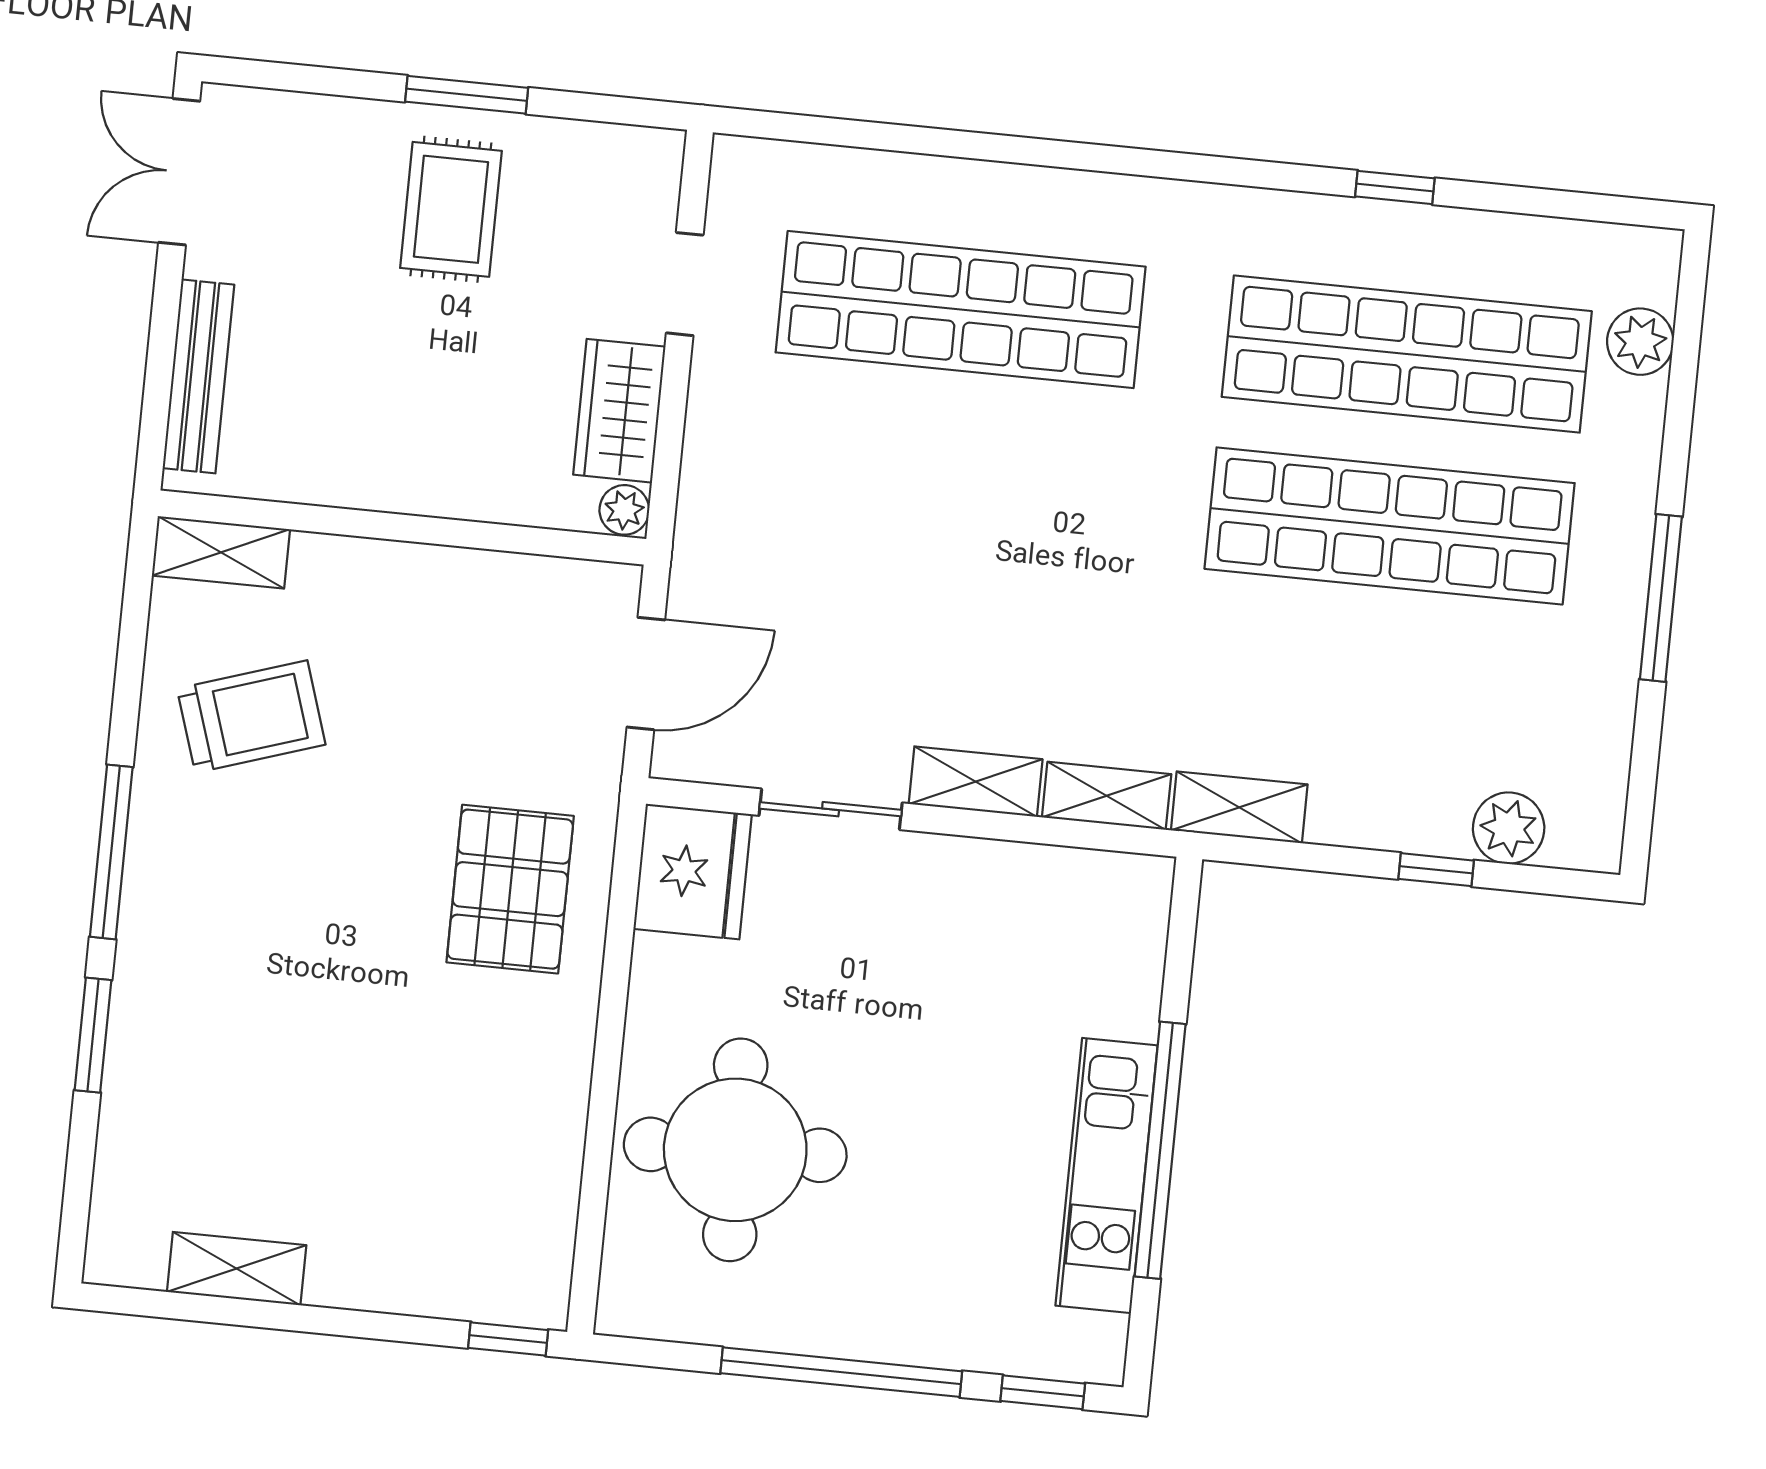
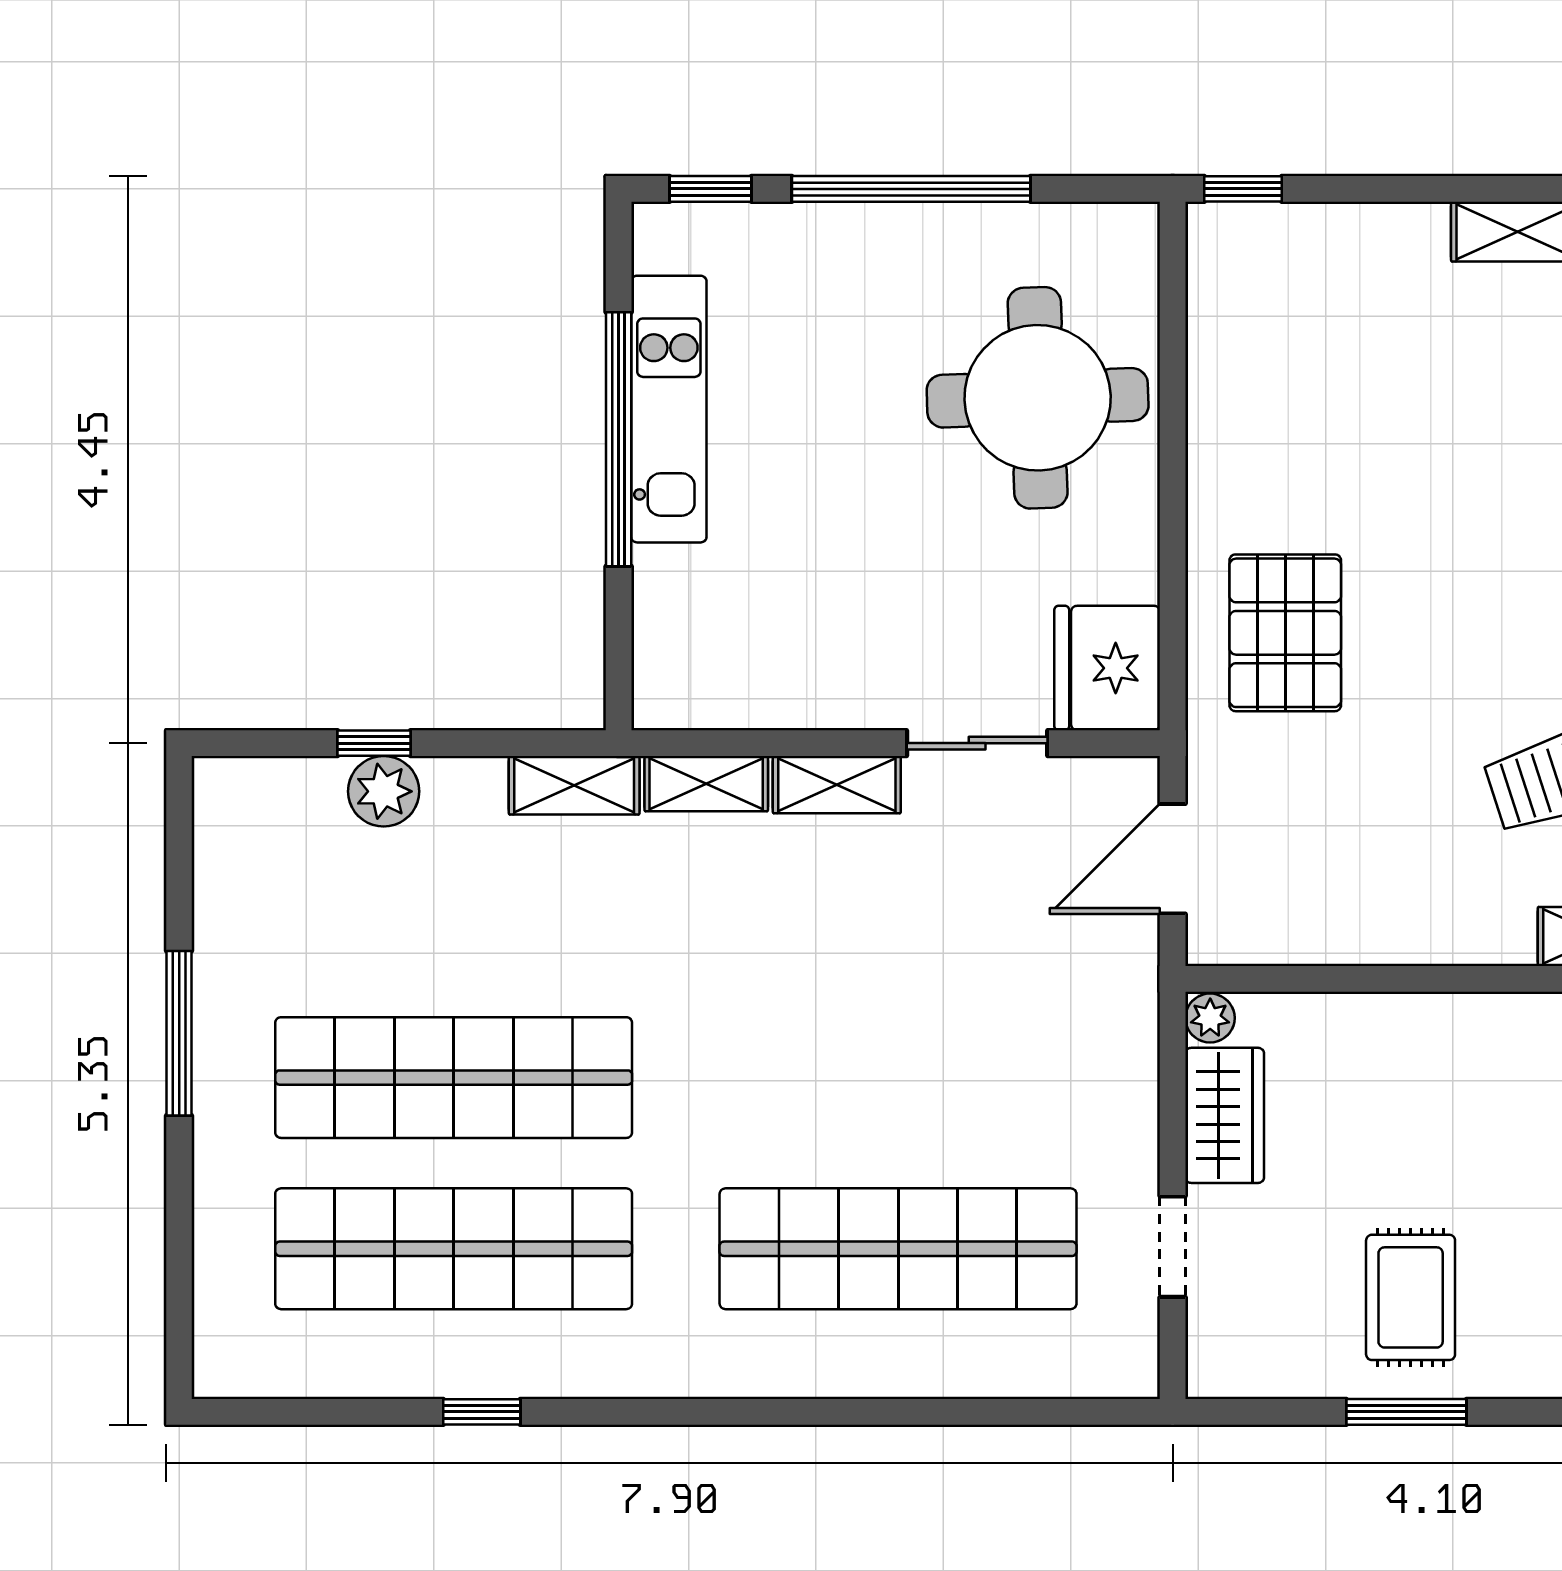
plant: (1640, 342) -> (225, 1284), removed
plant: (1509, 828) -> (384, 791), moved

